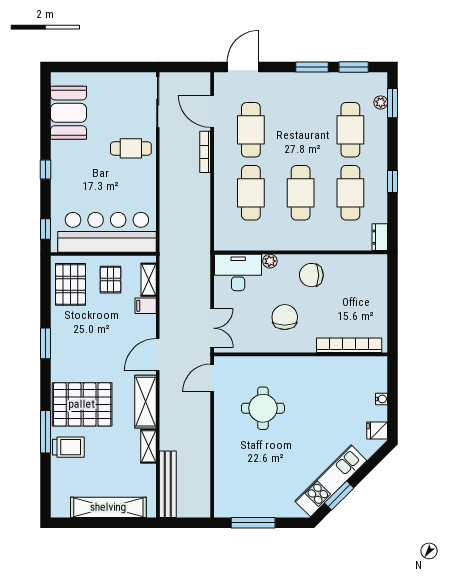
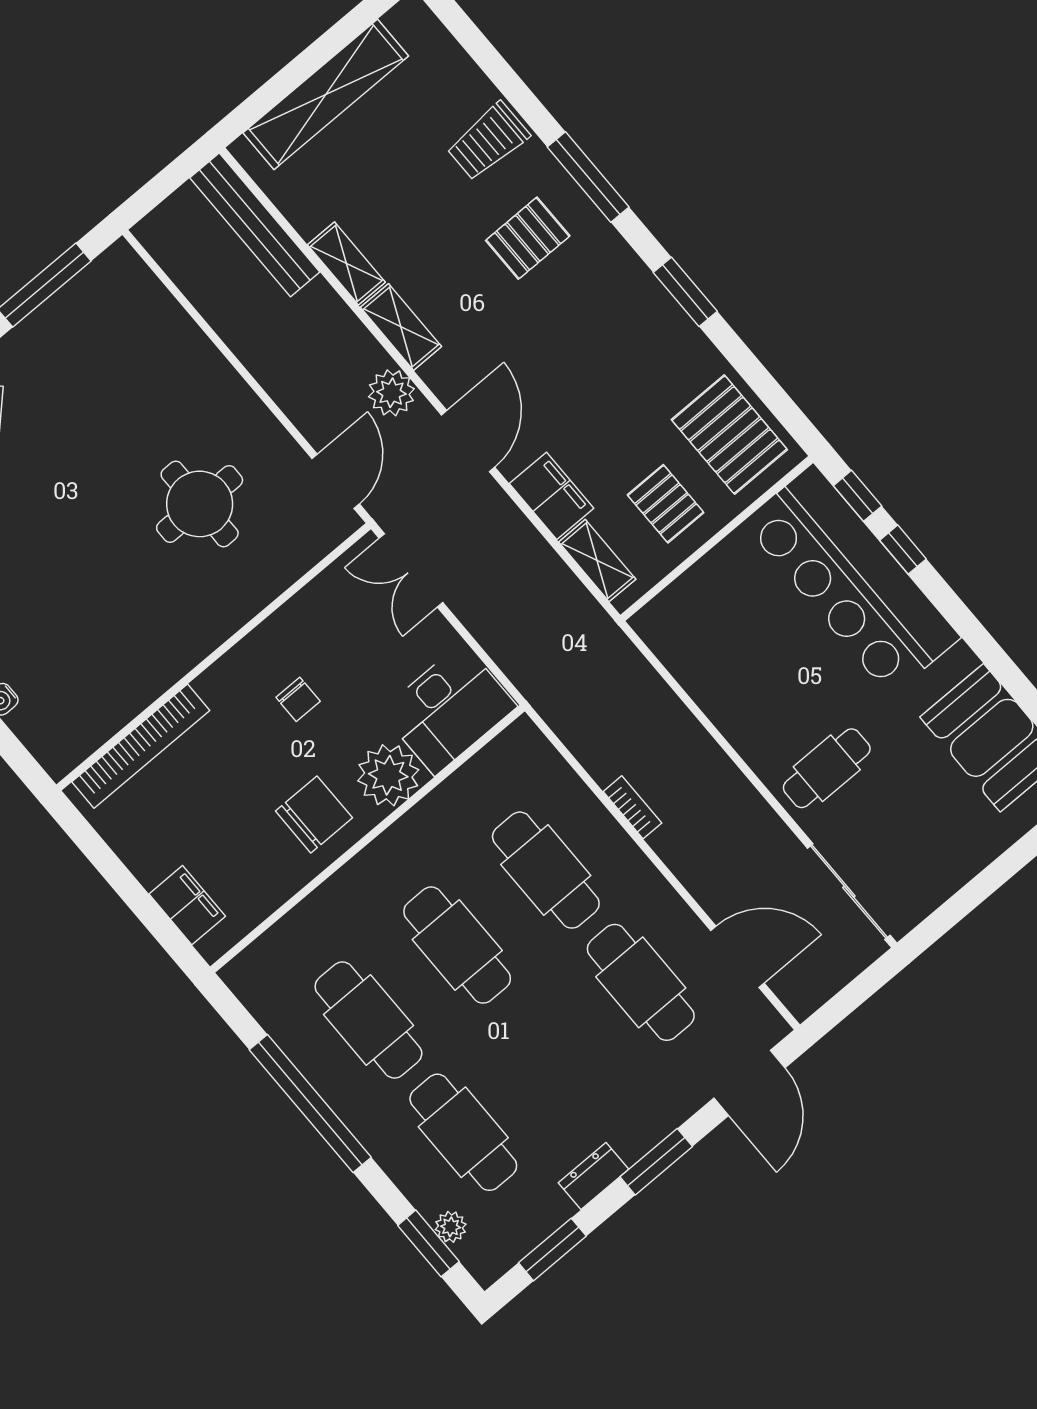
window: (312, 67) -> (656, 1162), moved
bookcase: (205, 152) -> (632, 807), moved, width x0.64
window: (45, 169) -> (903, 550), moved
window: (392, 182) -> (310, 1104), width x3.17
bar counter: (107, 232) -> (852, 580), moved, turned 90
dresser: (380, 237) -> (593, 1176), moved, turned -90
plant: (270, 261) -> (388, 775), width x1.88, depth x1.88
filing cabinet: (378, 280) -> (187, 905), added
filing cabinet: (146, 306) -> (552, 496), width x2.00
chair: (285, 317) -> (298, 699), width x0.54, depth x0.54
plant: (169, 392) -> (391, 393), added
shelving: (145, 402) -> (401, 327), width x0.67, depth x0.75
pallet: (82, 404) -> (528, 238), width x0.49, depth x0.50
window: (45, 432) -> (588, 177), moved

